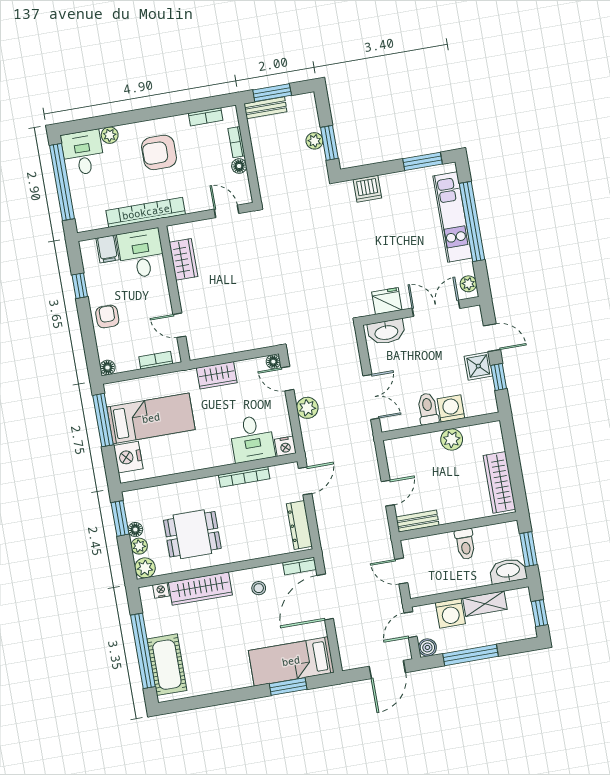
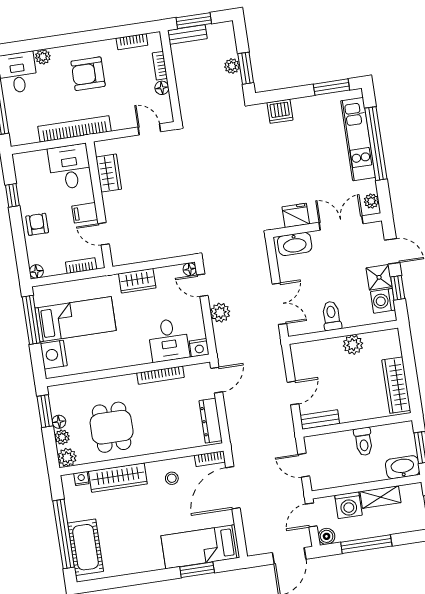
filing cabinet: (107, 249) -> (85, 213), moved, turned 90
washing machine: (451, 408) -> (383, 301), moved, turned -90
dining table: (192, 534) -> (112, 427), turned 90

